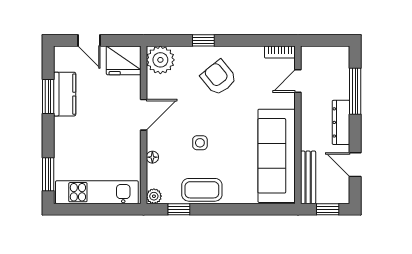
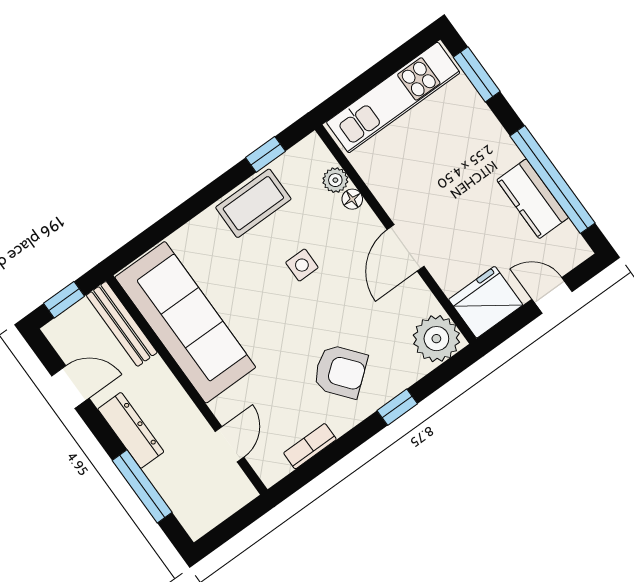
bookcase: (280, 52) -> (310, 446), moved
window: (48, 97) -> (552, 179), width x2.11
plant: (154, 196) -> (335, 180), moved

